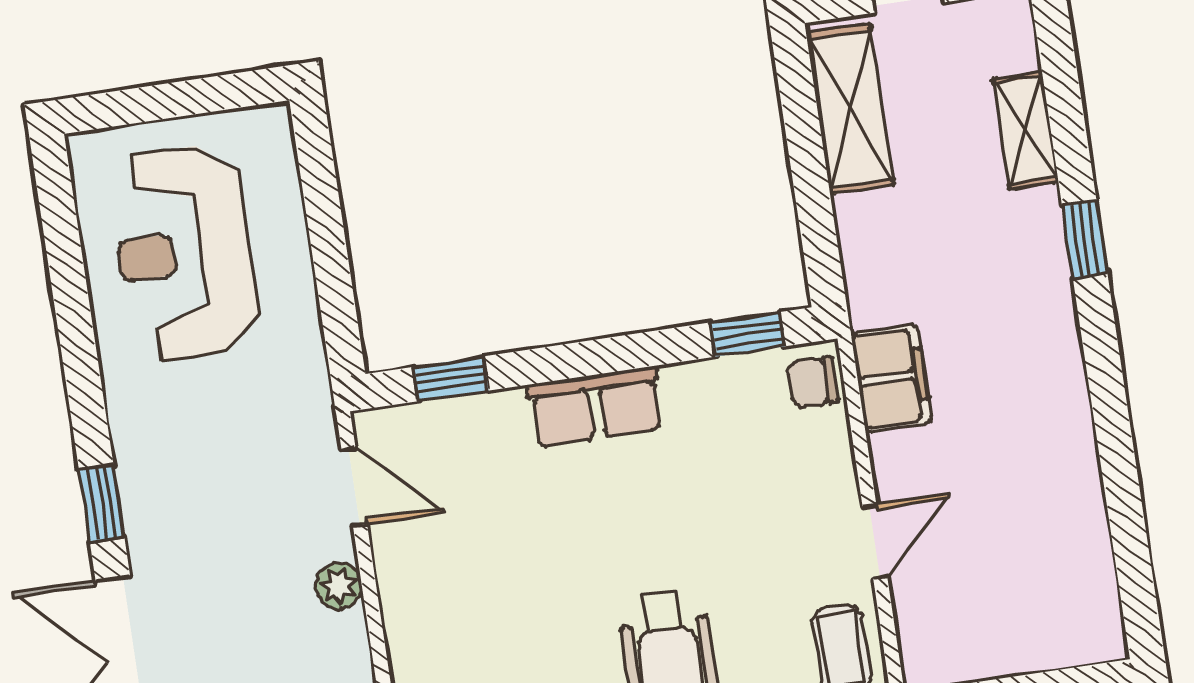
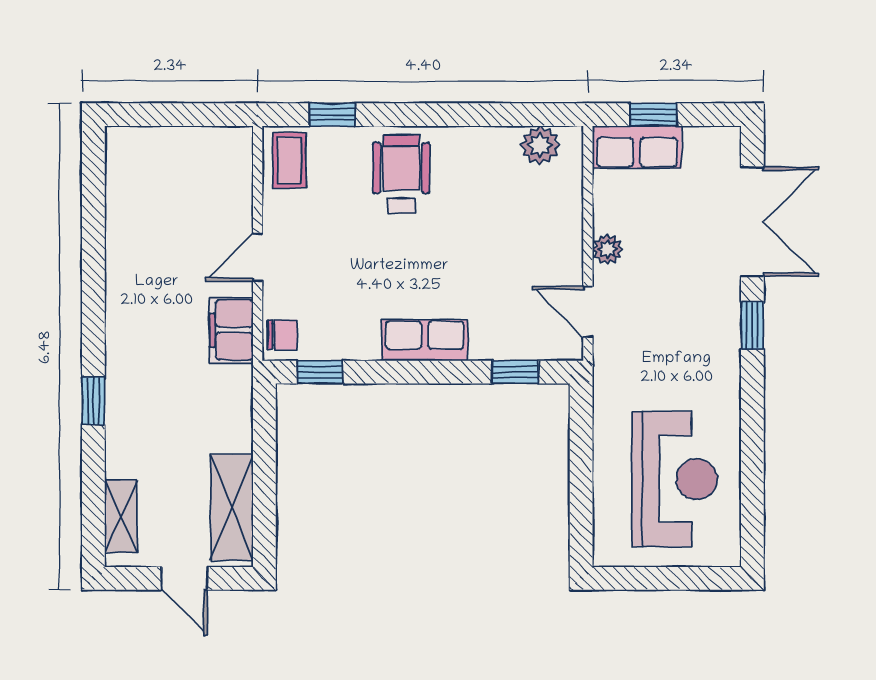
shelving: (1026, 130) -> (121, 516), moved
door: (875, 542) -> (258, 257), moved

